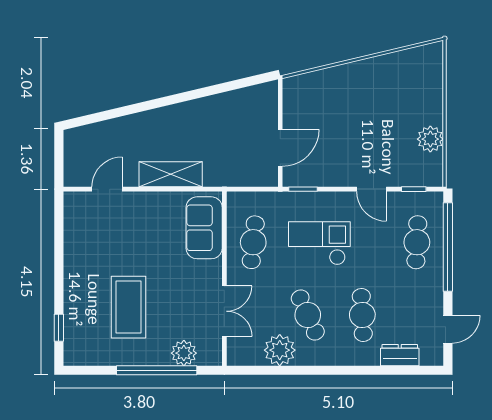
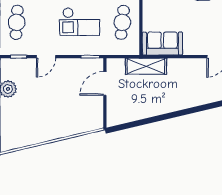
shelving: (171, 174) -> (146, 66), moved
door: (371, 189) -> (46, 57), swing flipped
sofa: (204, 228) -> (162, 44), moved, turned -90

